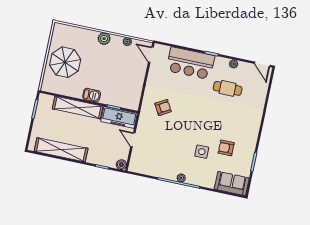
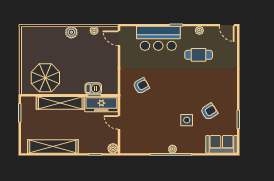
parasol: (65, 62) -> (45, 78), moved
barbecue: (92, 95) -> (93, 88), moved
armchair: (226, 148) -> (209, 112), turned 147

